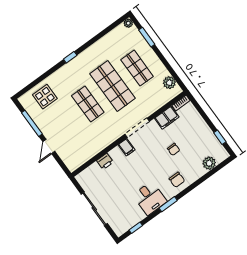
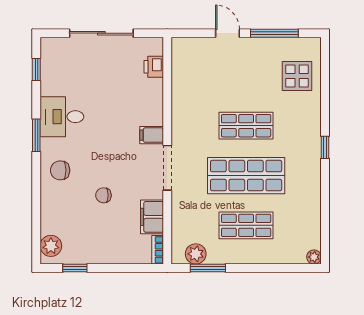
window: (147, 37) -> (208, 268), moved
printer: (105, 161) -> (154, 67), moved
plant: (209, 163) -> (51, 246), moved

